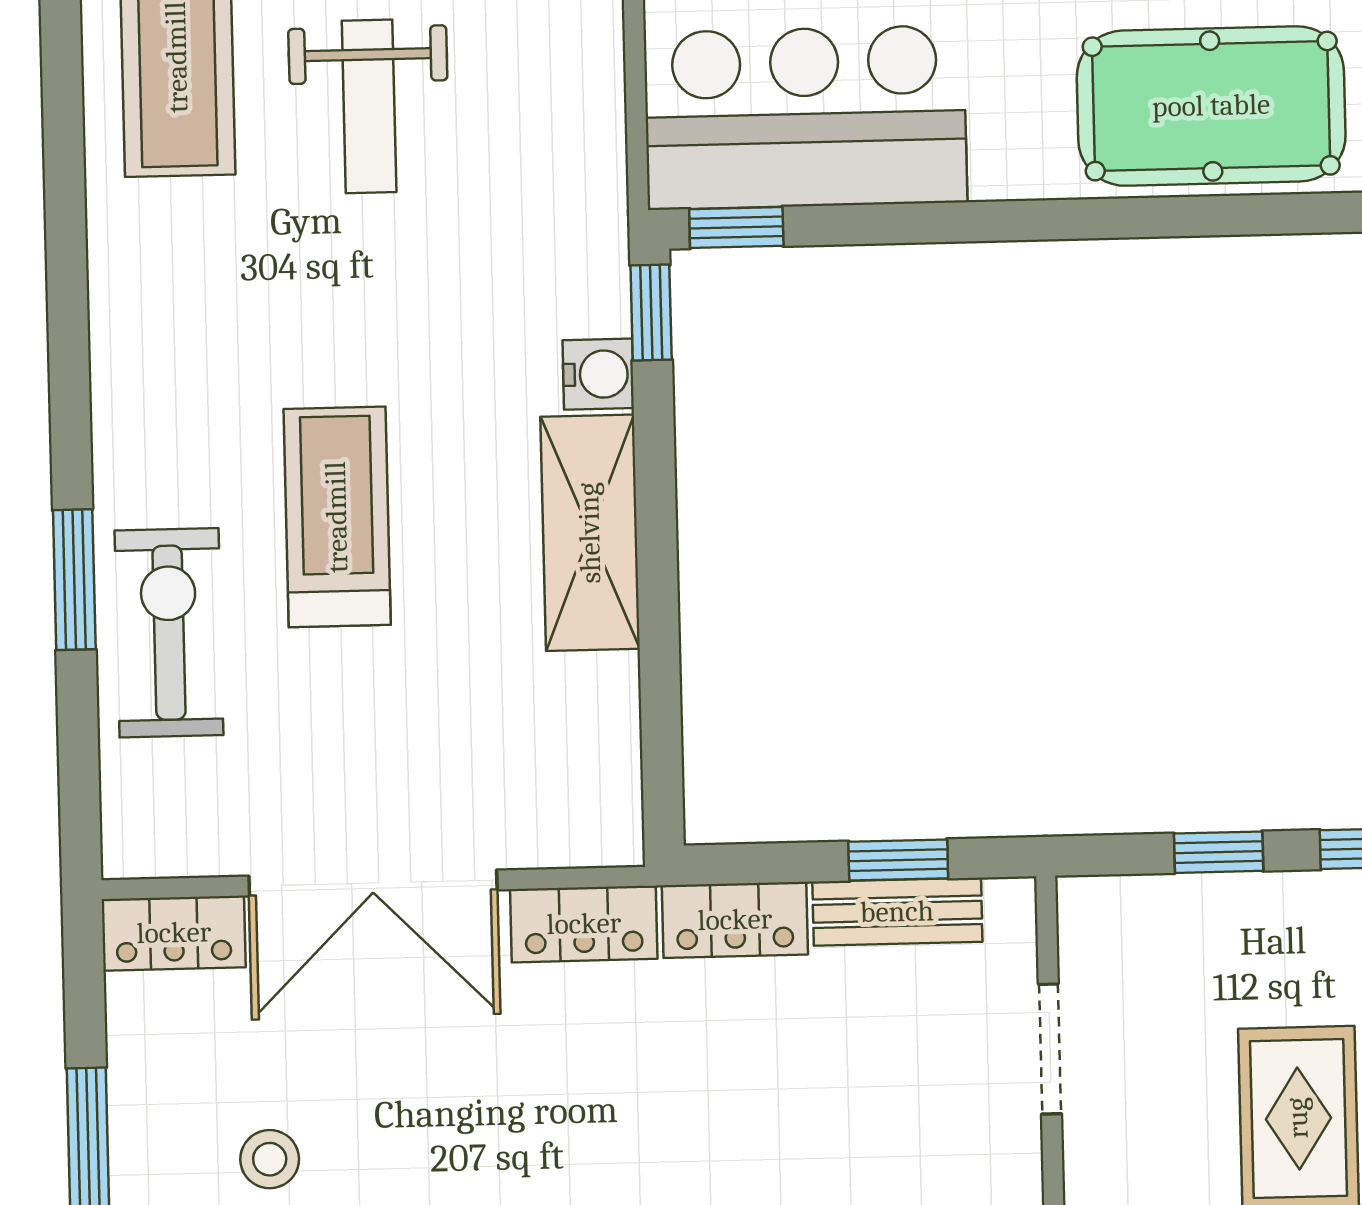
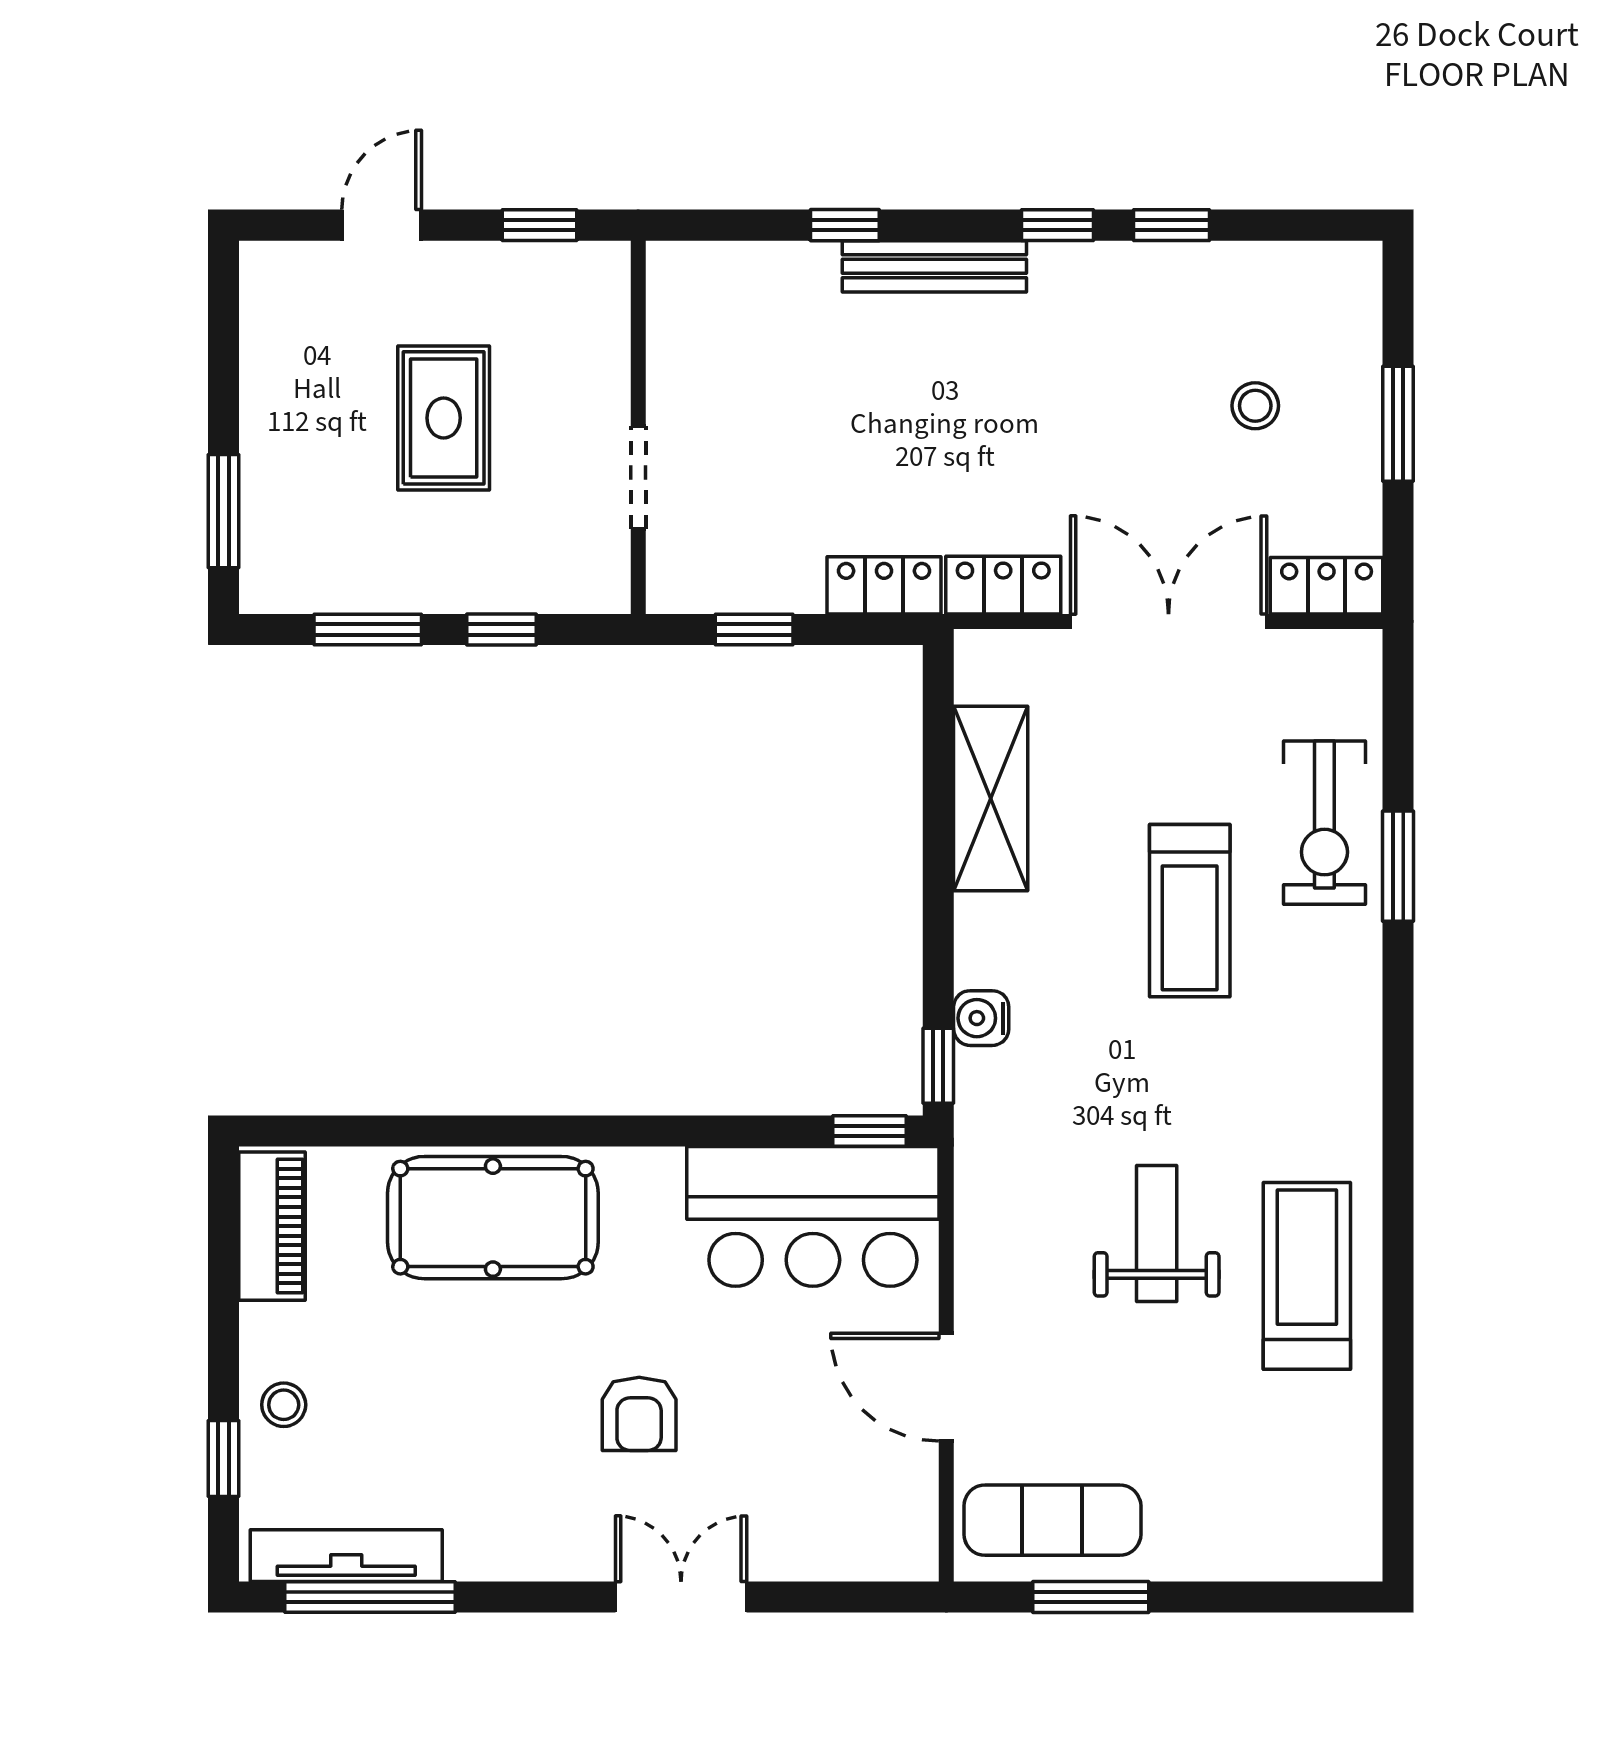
shelving: (590, 533) -> (991, 798), moved
bench: (897, 912) -> (756, 589), removed

